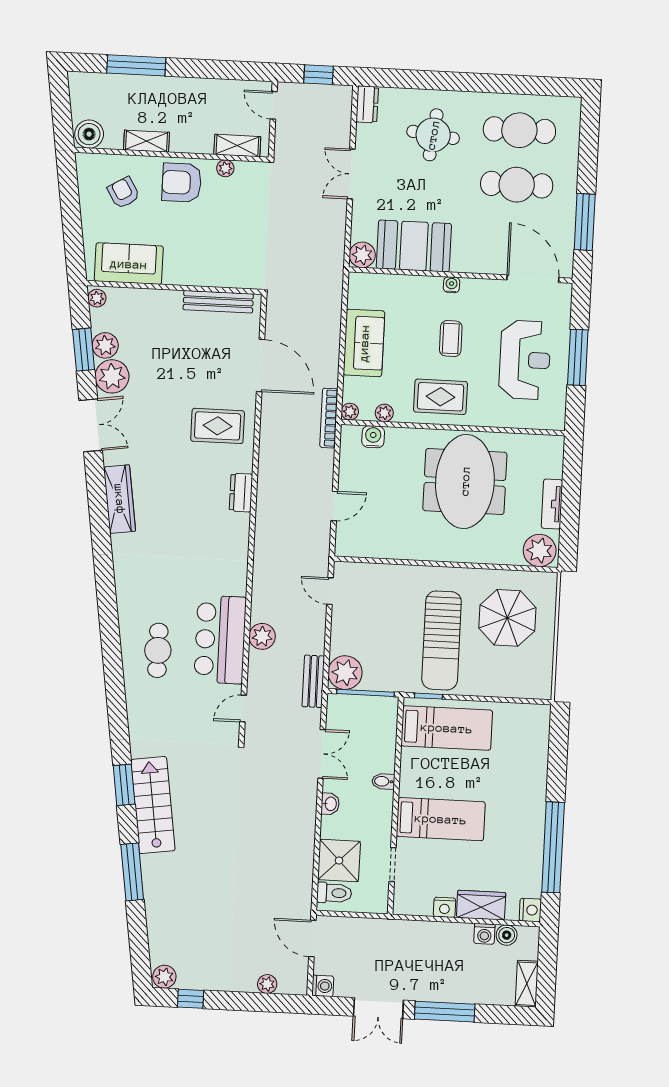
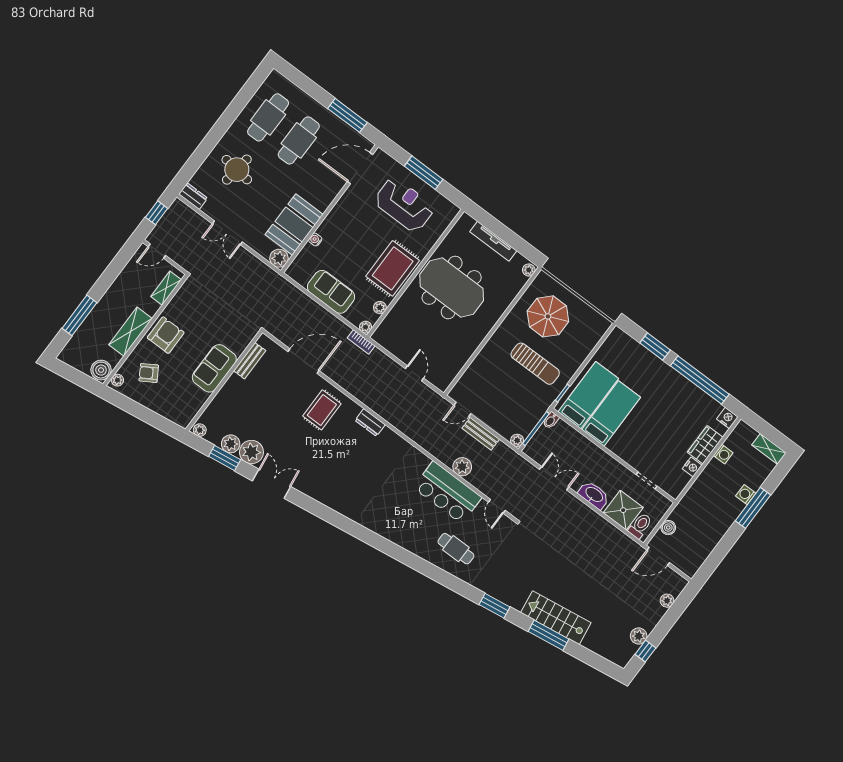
shelving: (146, 141) -> (131, 332), width x1.50, depth x1.33
plant: (225, 168) -> (117, 380), moved
armchair: (182, 183) -> (166, 335), turned 180
sofa: (129, 264) -> (214, 368), moved
water cooler: (451, 285) -> (315, 240), moved
bench: (218, 302) -> (250, 361), width x0.73
coffee table: (451, 339) -> (363, 239), removed
rug: (440, 397) -> (393, 268), width x1.36, depth x1.43
bookcase: (329, 418) -> (361, 342), width x0.64
water cooler: (373, 437) -> (389, 323), removed
wardrobe: (120, 499) -> (326, 496), removed
tv unit: (552, 504) -> (493, 241), width x1.41
plant: (540, 550) -> (529, 270), width x0.53, depth x0.53
sun lounger: (442, 640) -> (535, 364), width x0.73, depth x0.75
cafe table: (158, 650) -> (456, 549), moved
plant: (345, 673) -> (517, 440), width x0.53, depth x0.53
bench: (313, 681) -> (481, 434), moved
window: (557, 768) -> (655, 346), added
bidet: (383, 781) -> (551, 420), moved
washbasin: (330, 804) -> (594, 495), width x1.91, depth x1.45
stairs: (153, 805) -> (556, 618), moved
bed: (441, 819) -> (611, 413), moved
boiler: (507, 935) -> (668, 528), moved
plant: (164, 977) -> (639, 636), moved
washing machine: (323, 986) -> (746, 495), moved, turned -90
double door: (378, 1008) -> (725, 545), removed

